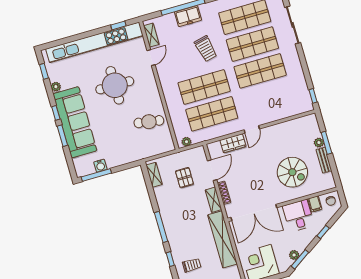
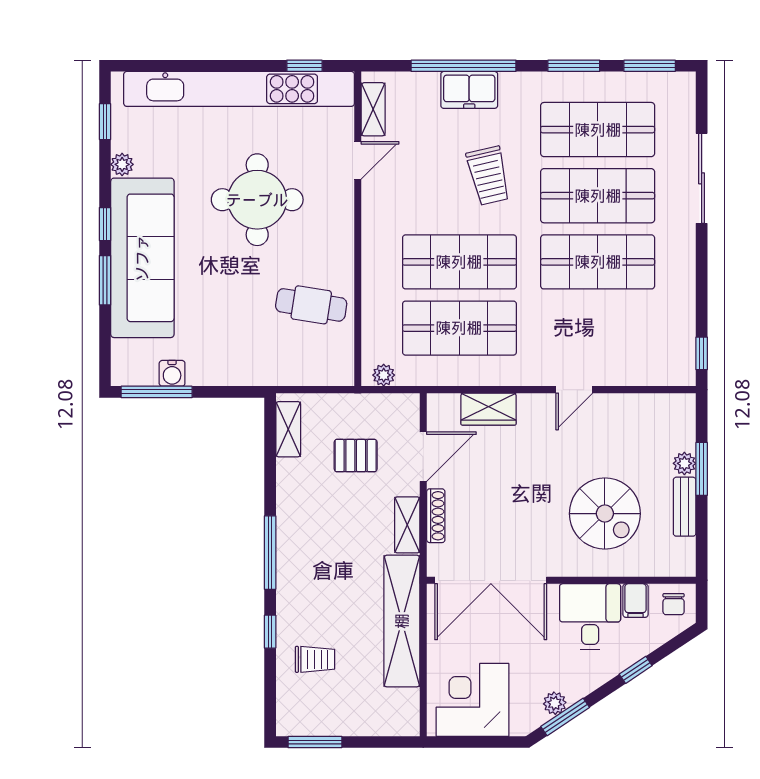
door: (252, 129) -> (574, 390), moved
pallet: (184, 178) -> (356, 456), turned 90

